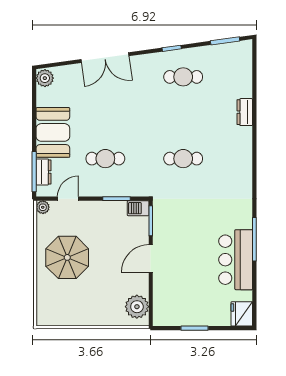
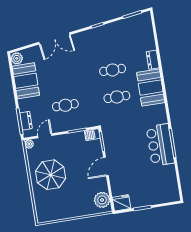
cafe table: (183, 77) -> (113, 70), moved
booth: (53, 132) -> (26, 81), moved
booth: (235, 153) -> (151, 88), added
bar counter: (236, 260) -> (160, 145), moved
fridge: (242, 314) -> (121, 203), moved, turned 90

